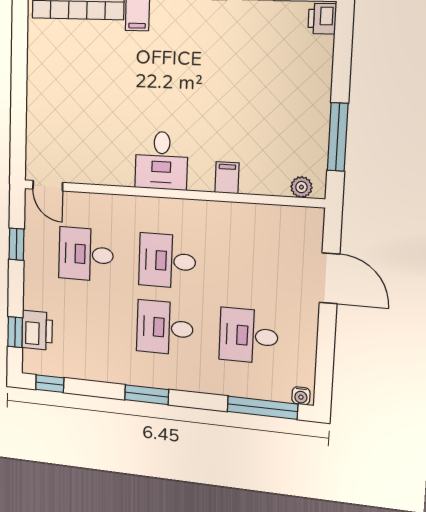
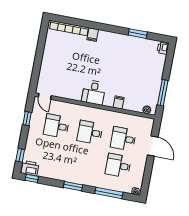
desk: (165, 328) -> (123, 139), moved
printer: (37, 330) -> (30, 168), moved, turned -90
window: (262, 408) -> (109, 193), moved

